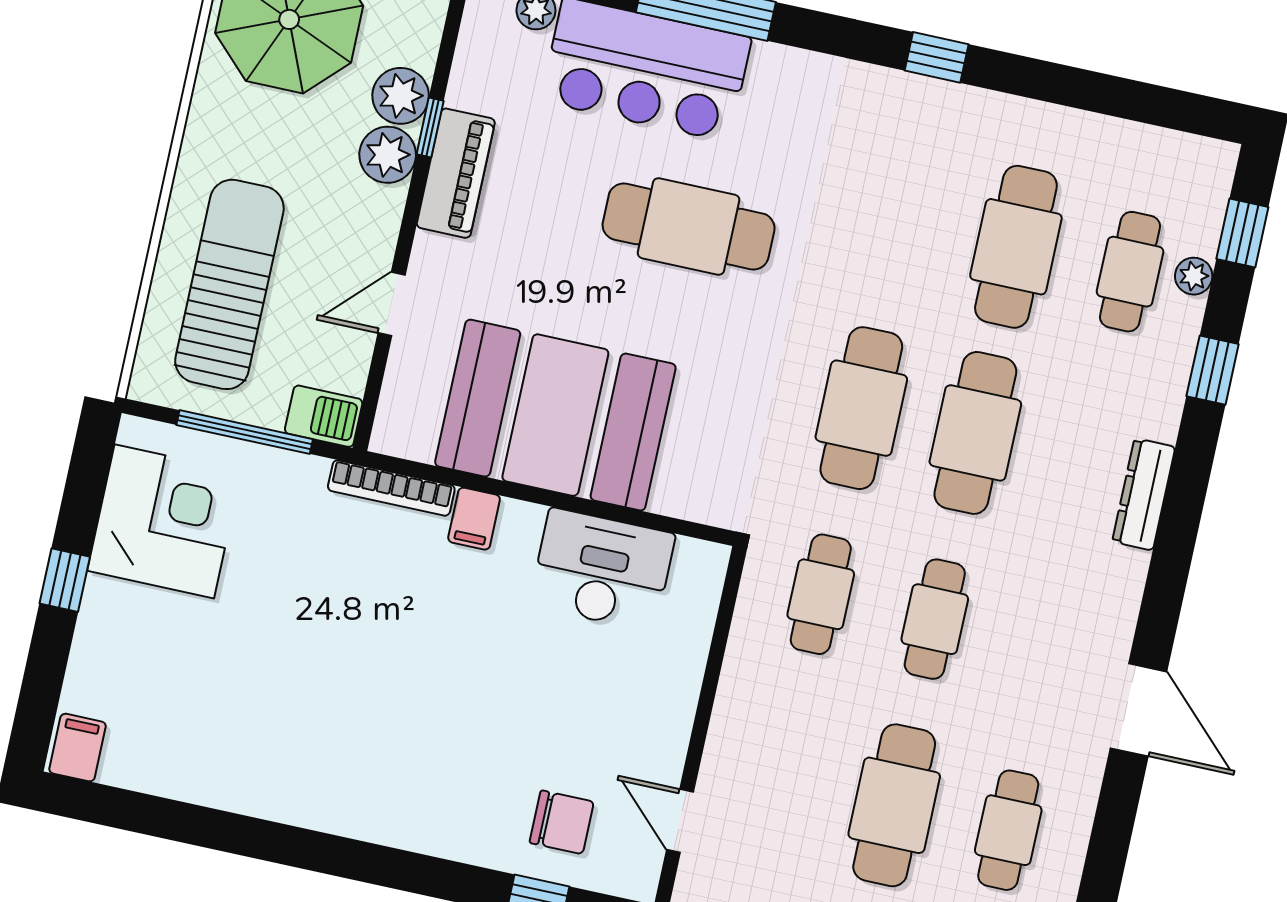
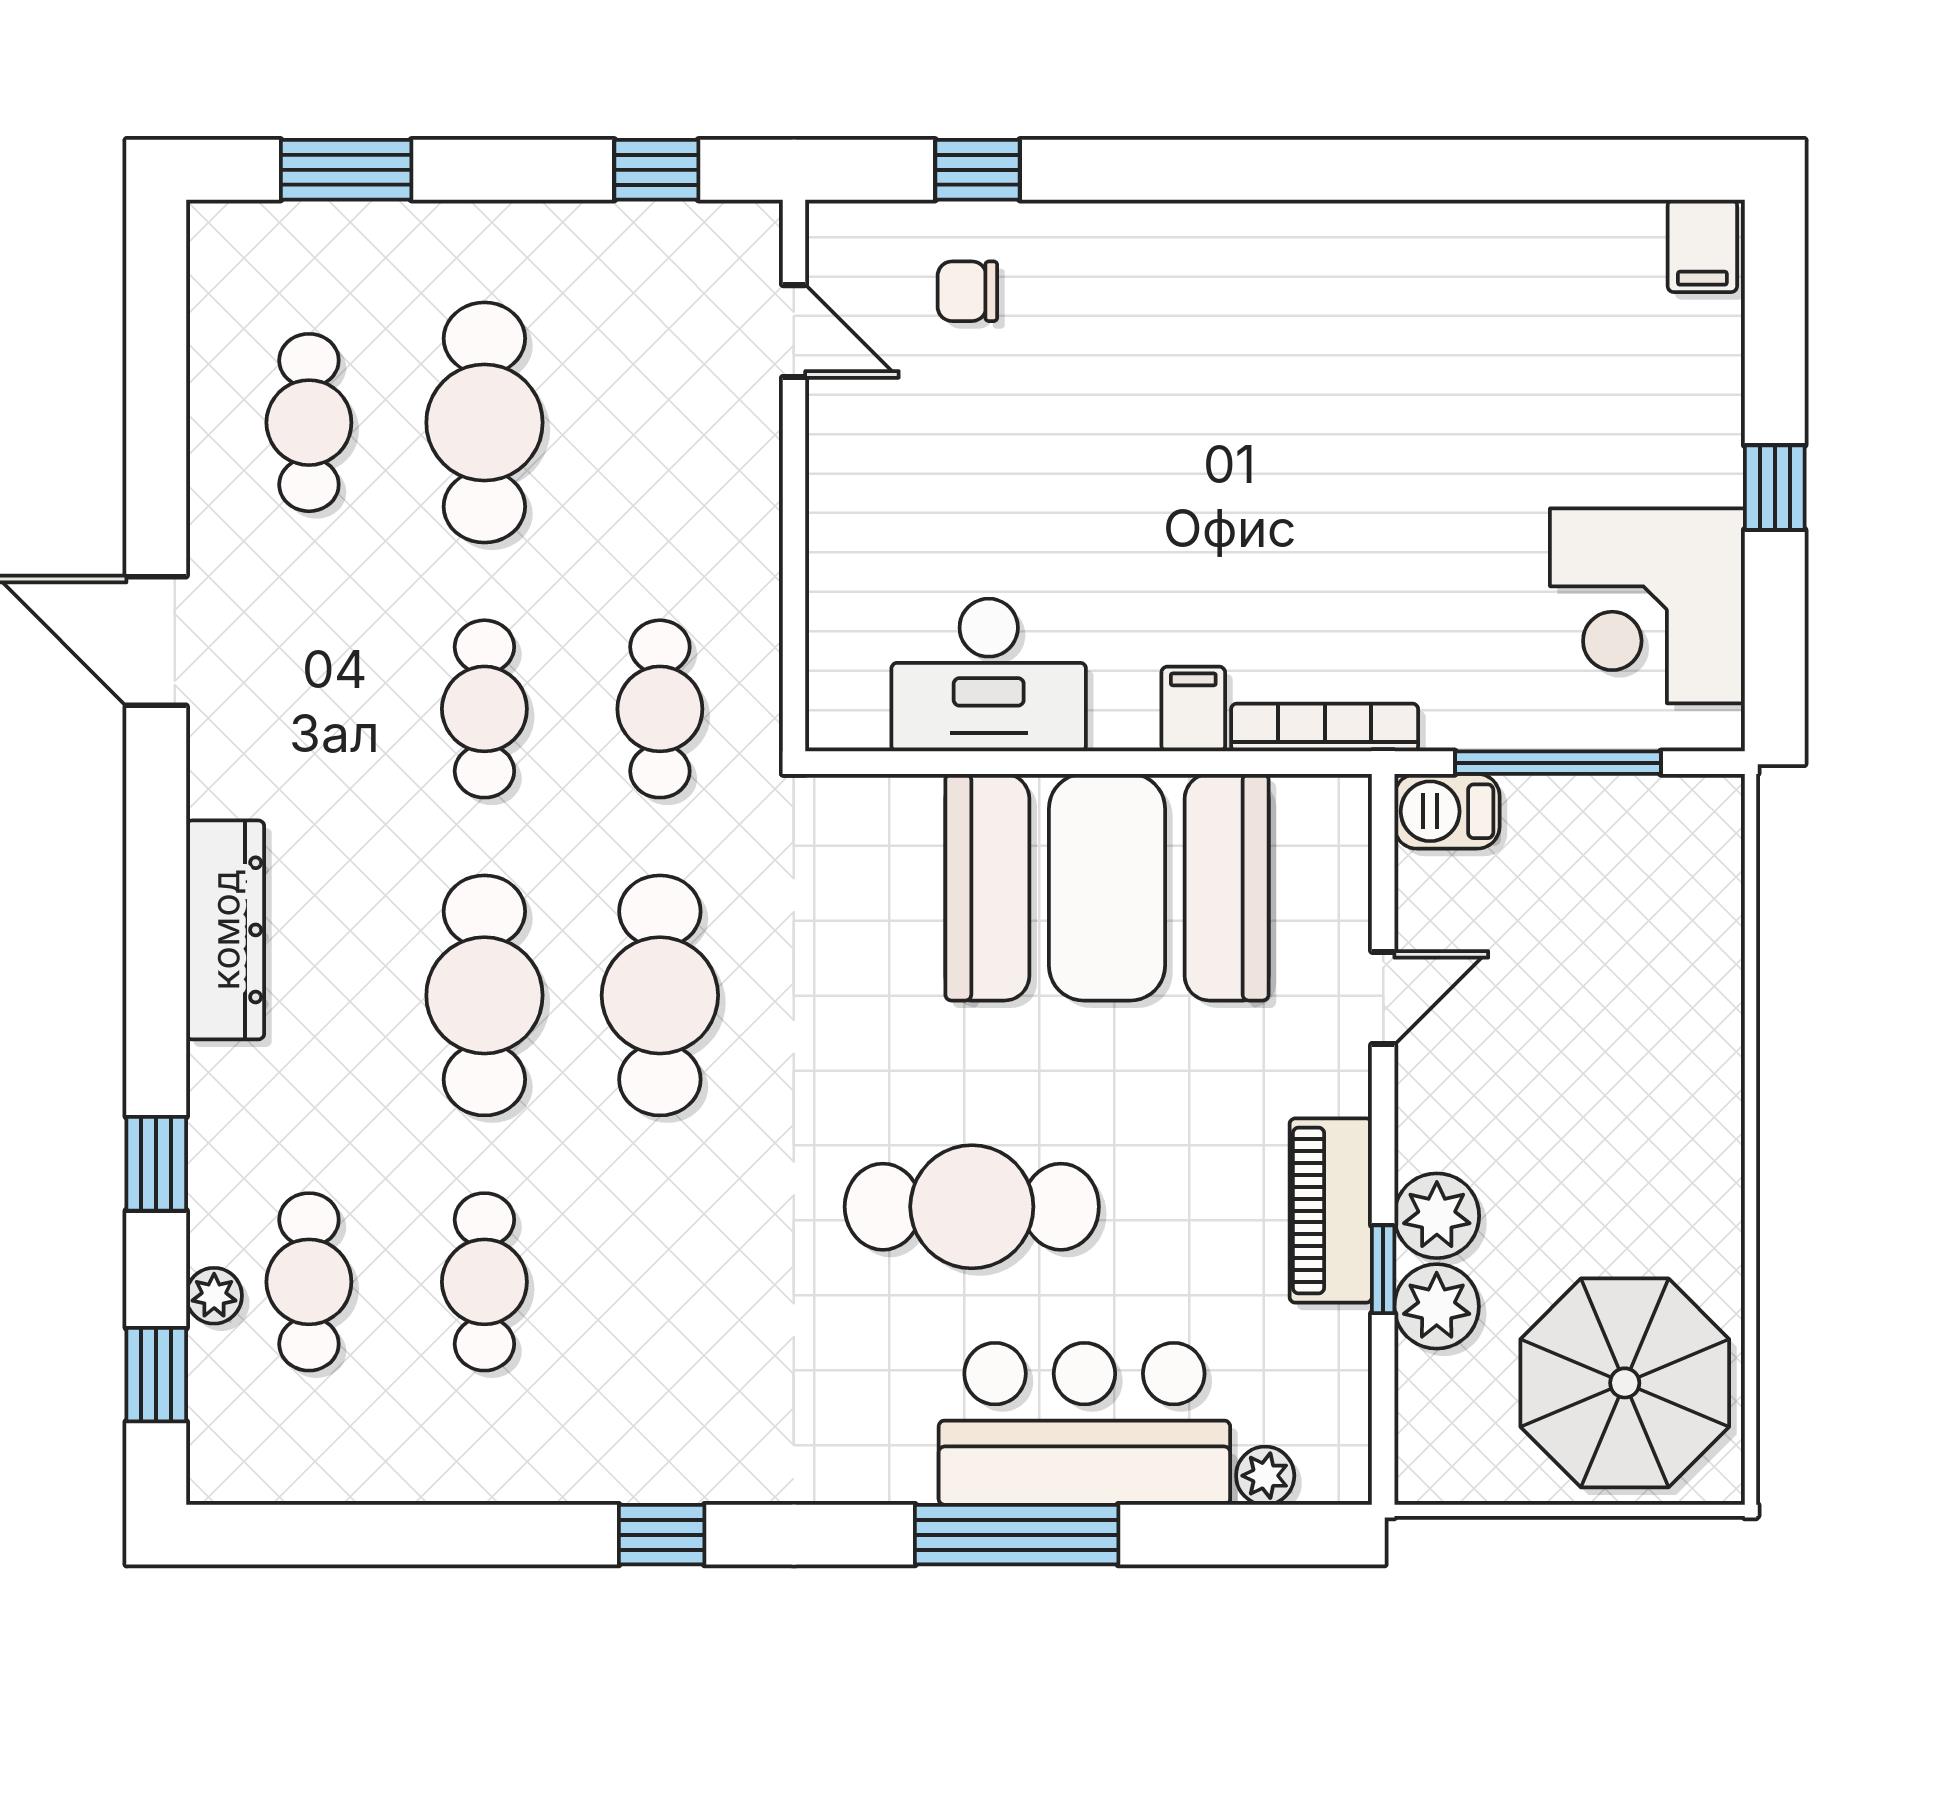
cafe table: (1016, 247) -> (484, 1282), width x0.73, depth x0.74
sun lounger: (229, 284) -> (1628, 975), removed
dresser: (1144, 494) -> (225, 930), width x1.37, depth x1.24
chair: (562, 822) -> (967, 291), width x0.73, depth x0.73

